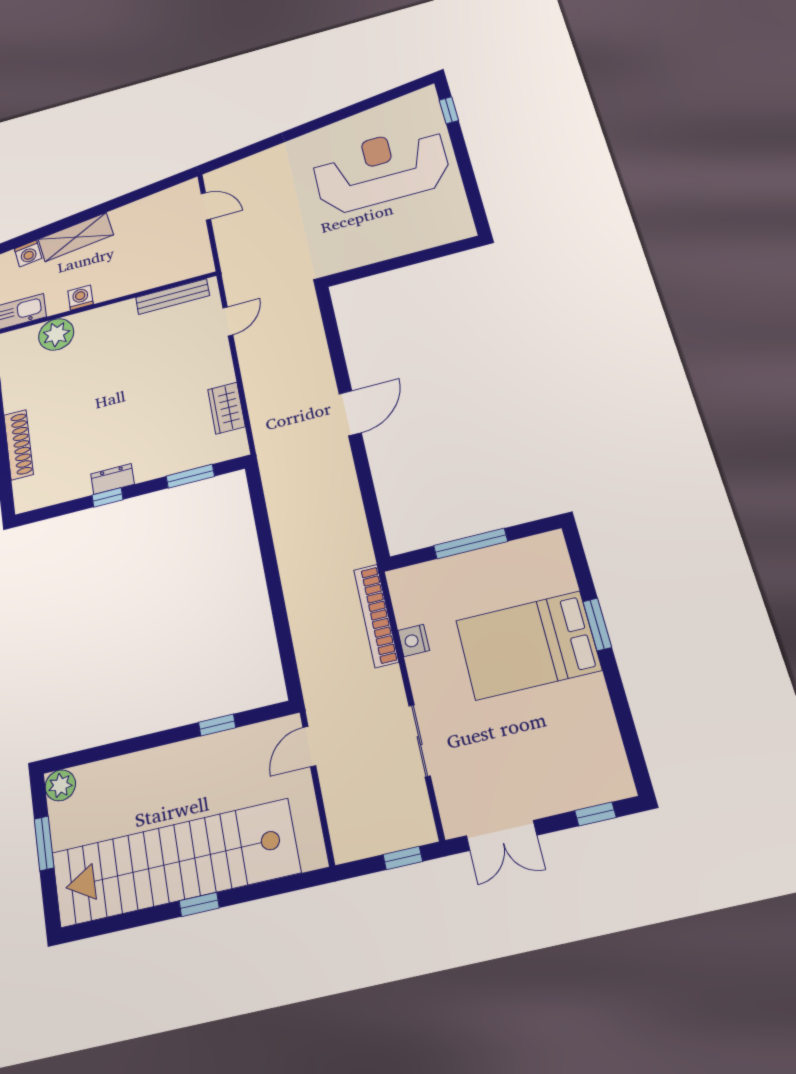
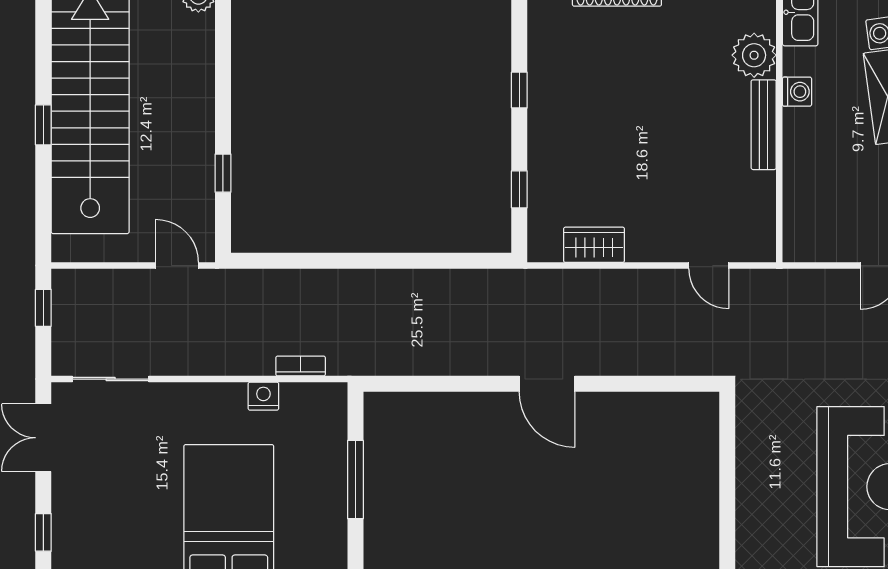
bench: (172, 297) -> (764, 125), moved
window: (190, 476) -> (519, 189), width x0.67
dresser: (113, 479) -> (541, 99), removed
bookcase: (376, 616) -> (301, 366), width x0.43, depth x0.76
sliding door: (420, 741) -> (111, 379), moved
window: (403, 858) -> (43, 308), moved

